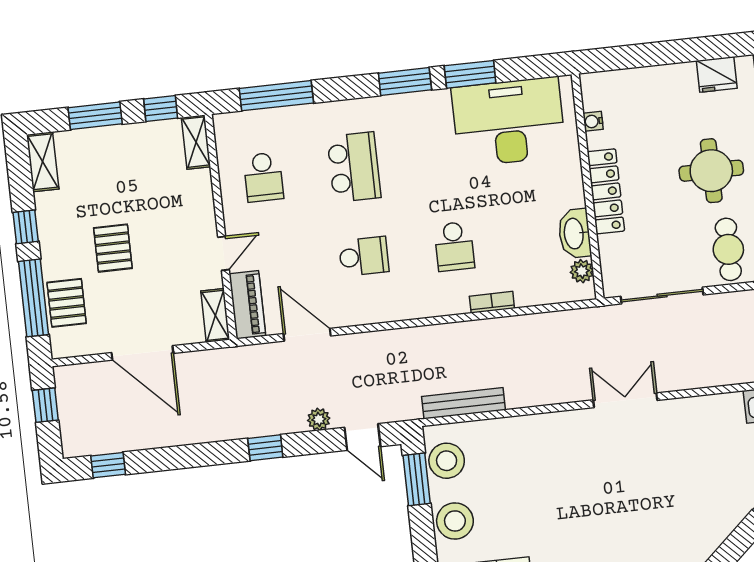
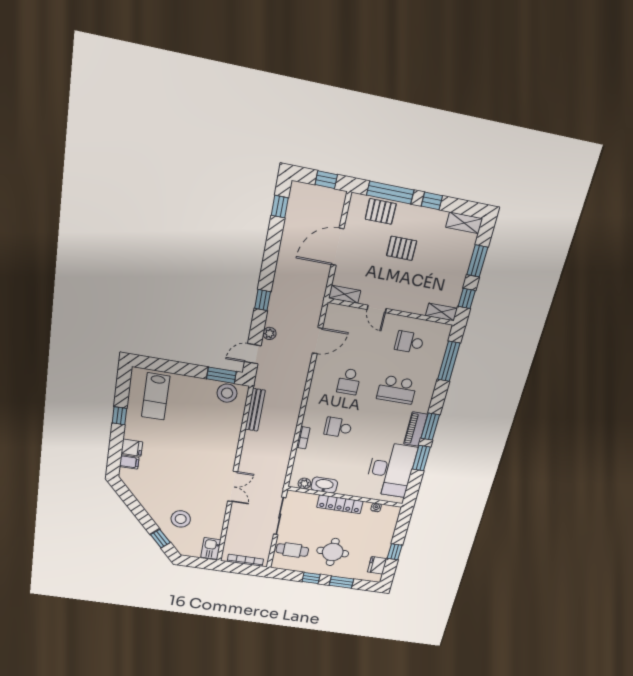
window: (678, 51) -> (395, 552), added
piano: (247, 305) -> (416, 429), moved, turned 90
stool: (455, 521) -> (181, 519), moved

